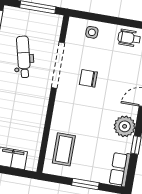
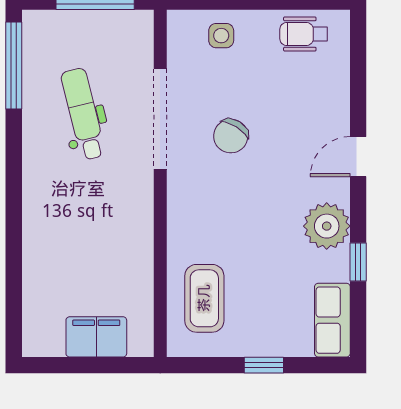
chair: (88, 78) -> (231, 136), turned -58
window: (85, 184) -> (264, 365), width x0.67

